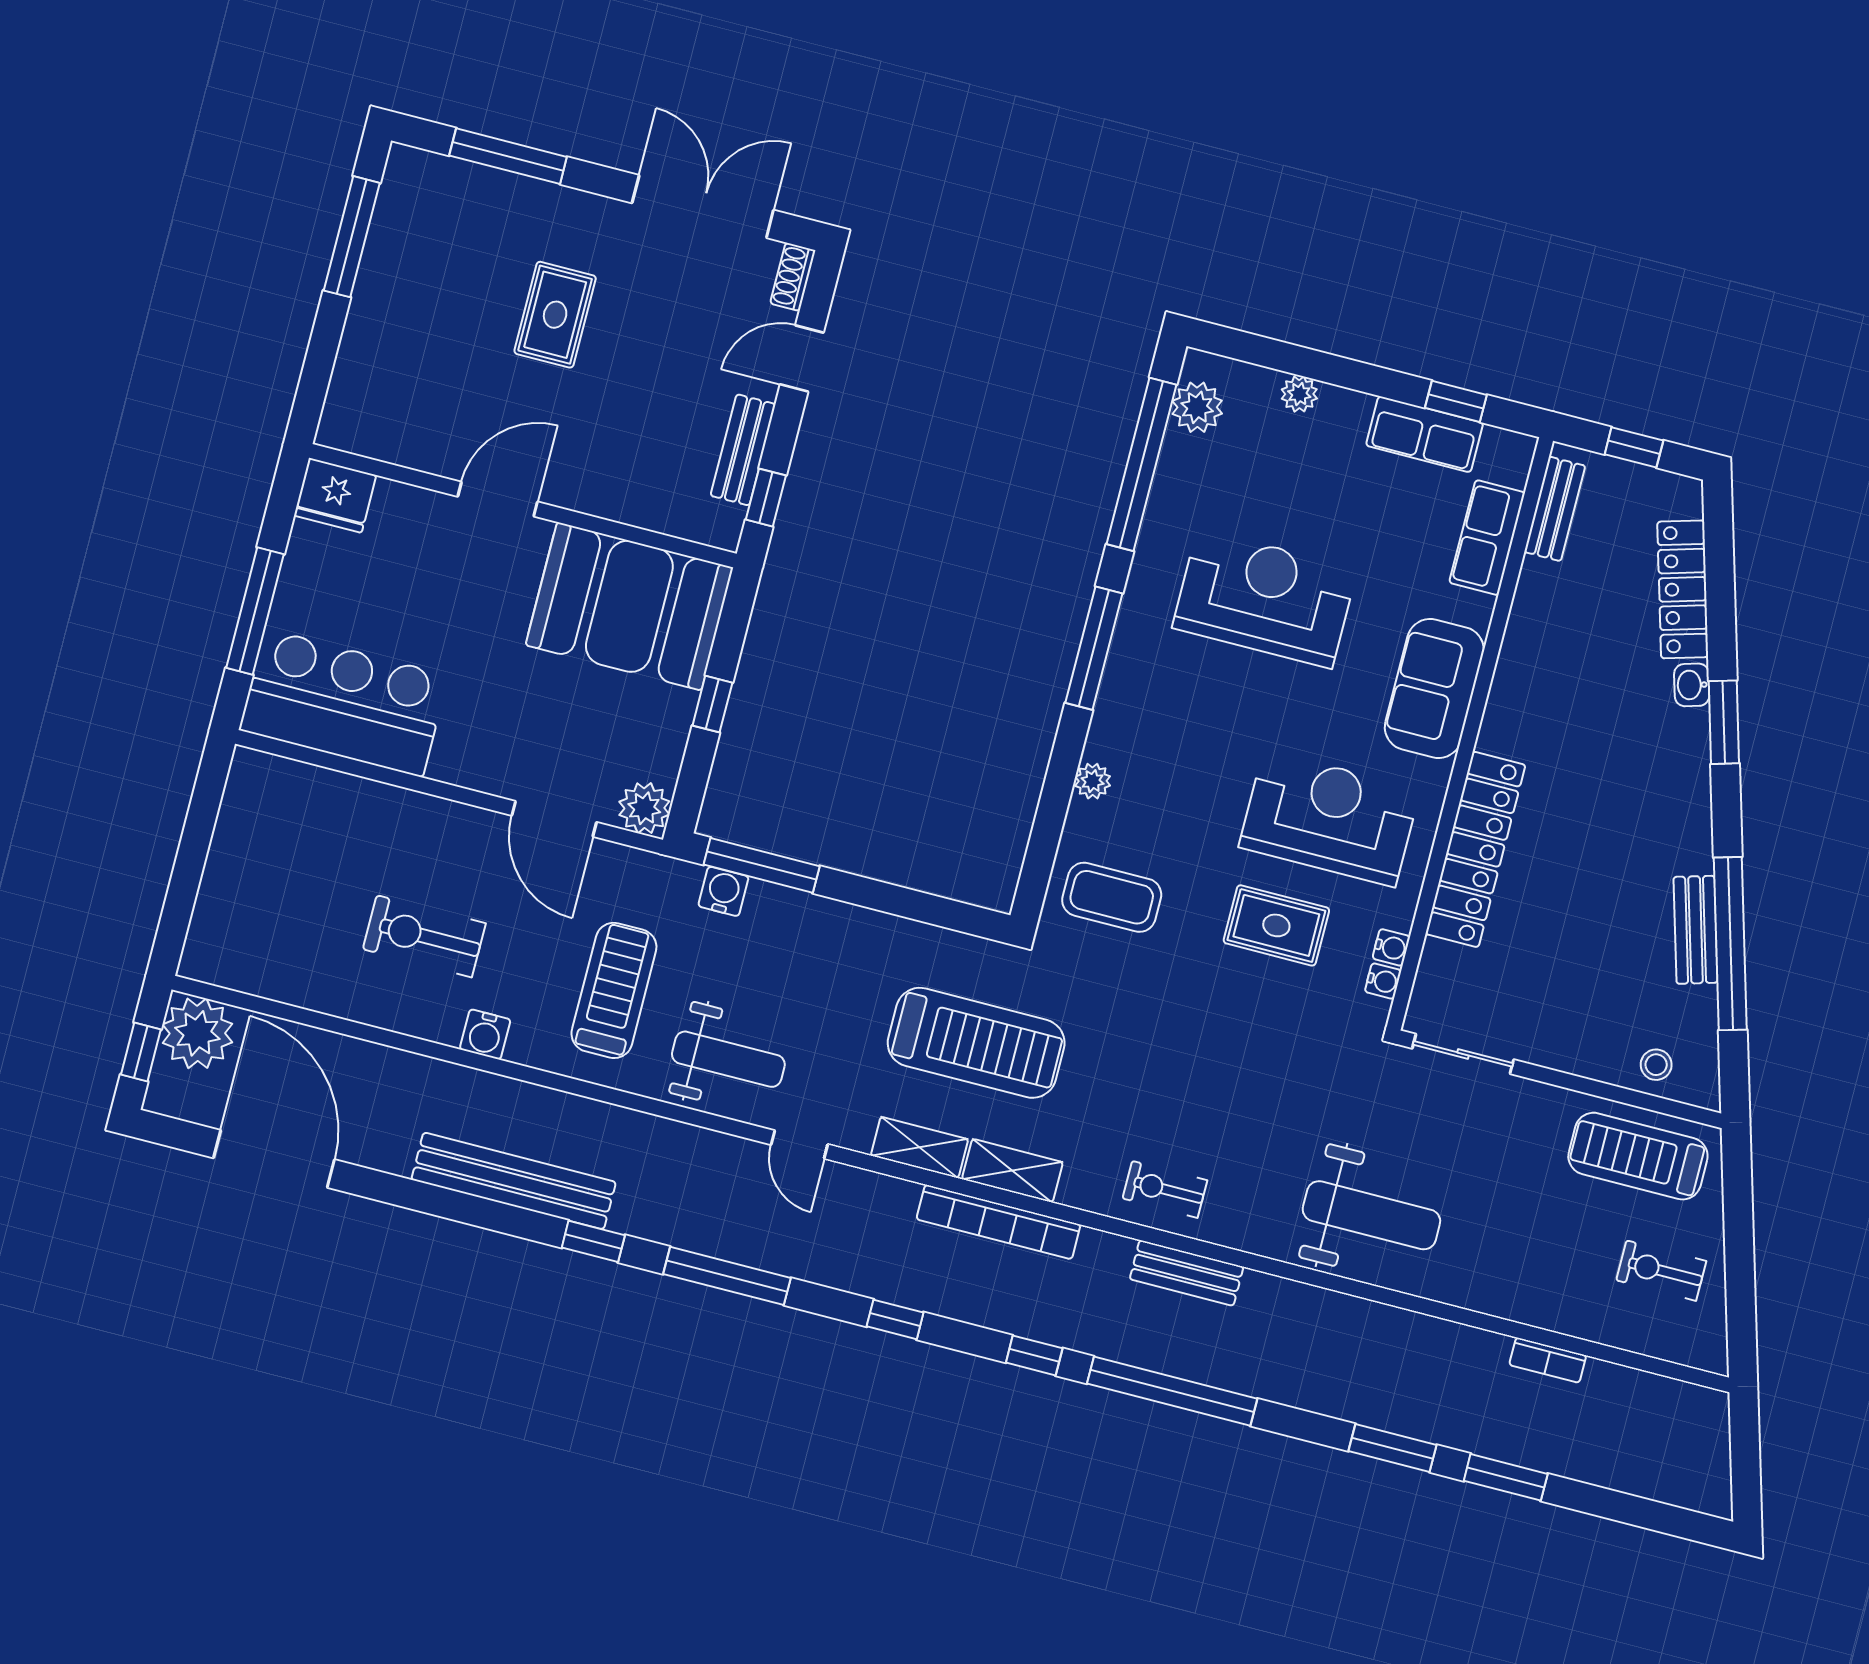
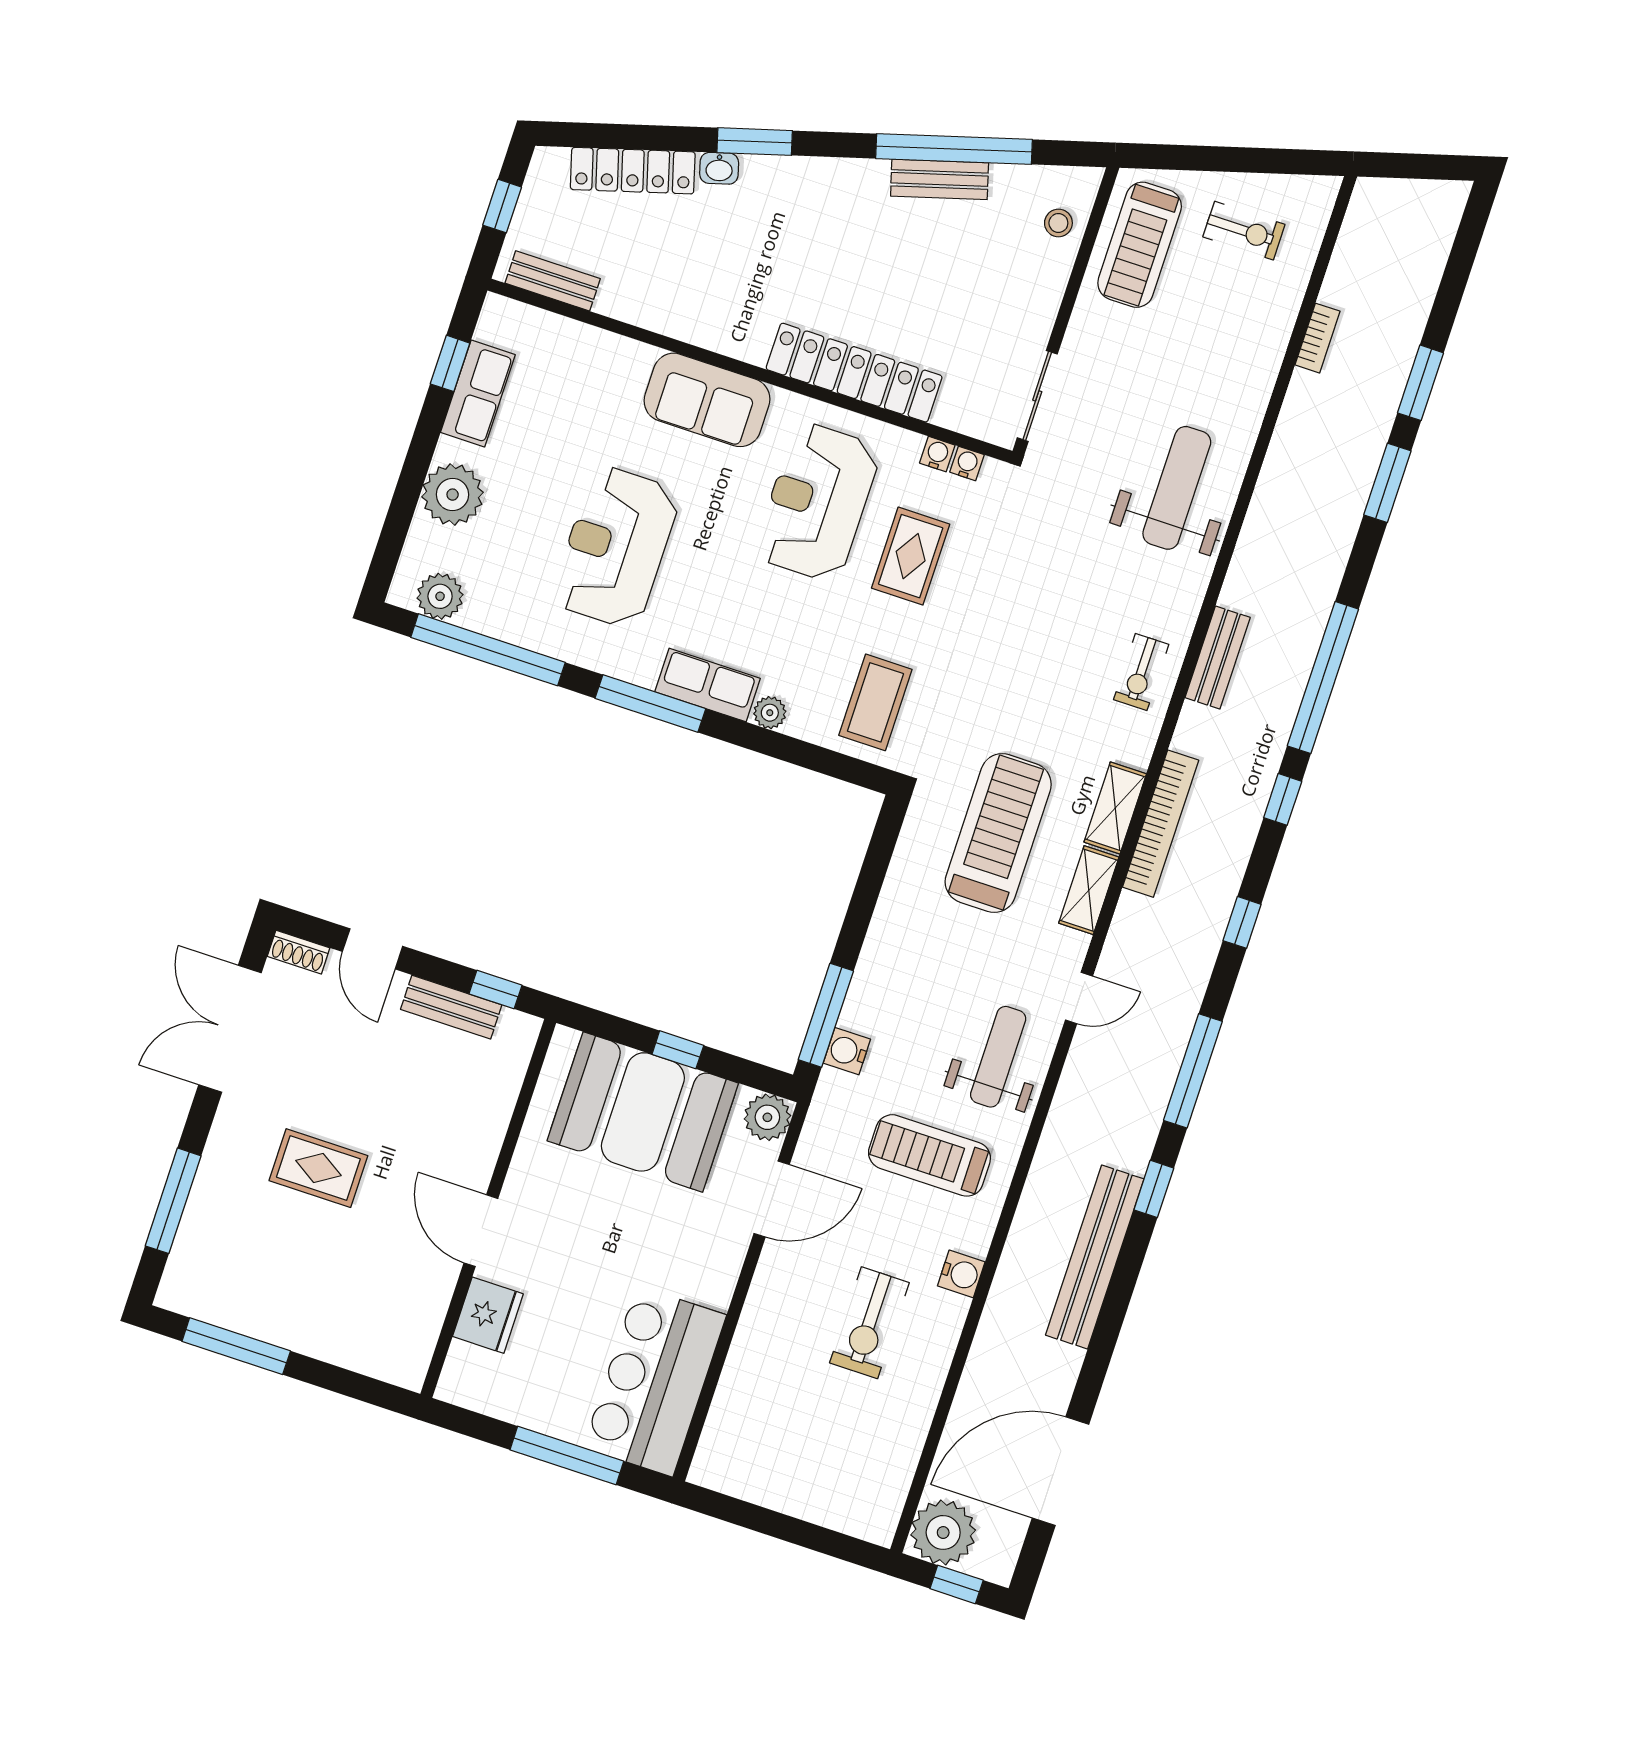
plant: (1299, 394) -> (453, 495), width x1.88, depth x1.88
fridge: (335, 495) -> (488, 1315), moved
row of seats: (1487, 538) -> (708, 685), moved, turned 180
booth: (629, 606) -> (643, 1112), moved, turned 90
exercise bike: (1661, 1271) -> (1244, 231), turned -90

